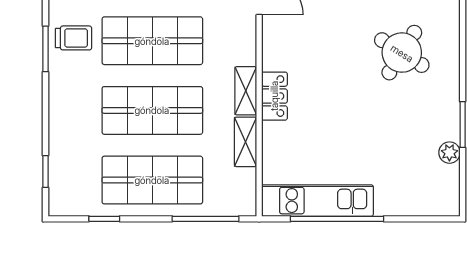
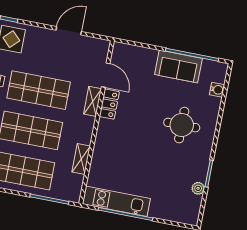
round table: (402, 53) -> (182, 125), turned -32
shelving: (246, 91) -> (93, 101), moved
locker: (274, 96) -> (109, 104), moved

